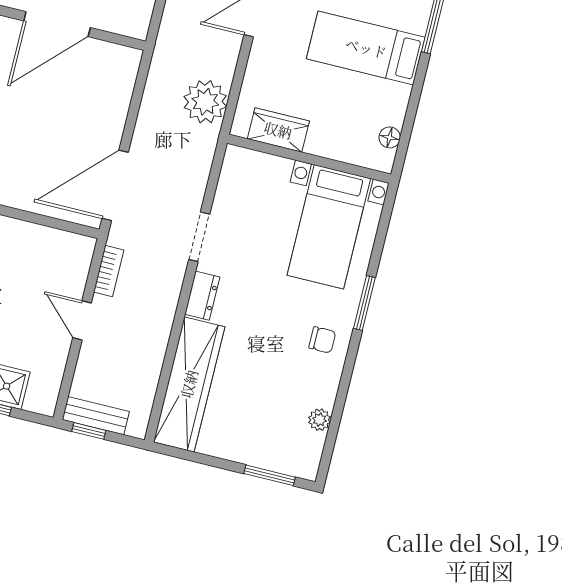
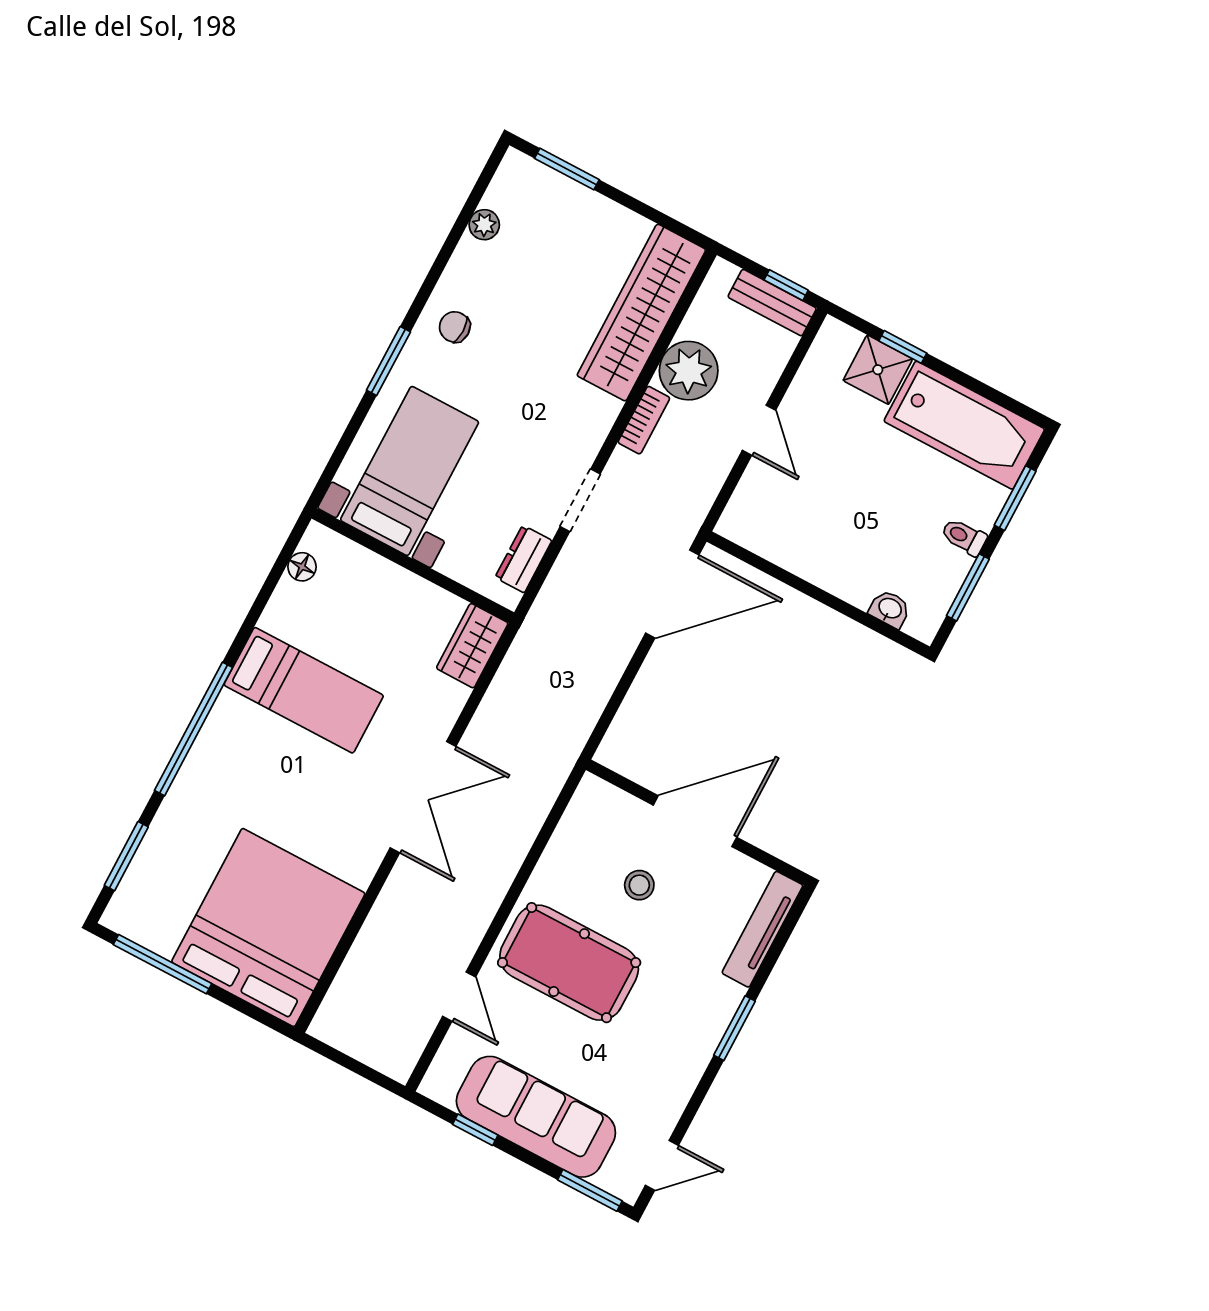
plant: (205, 102) -> (689, 371), moved
wardrobe: (278, 130) -> (472, 646), moved, turned 90
bookcase: (109, 271) -> (644, 420), moved, turned 180
dresser: (202, 296) -> (523, 559), moved

